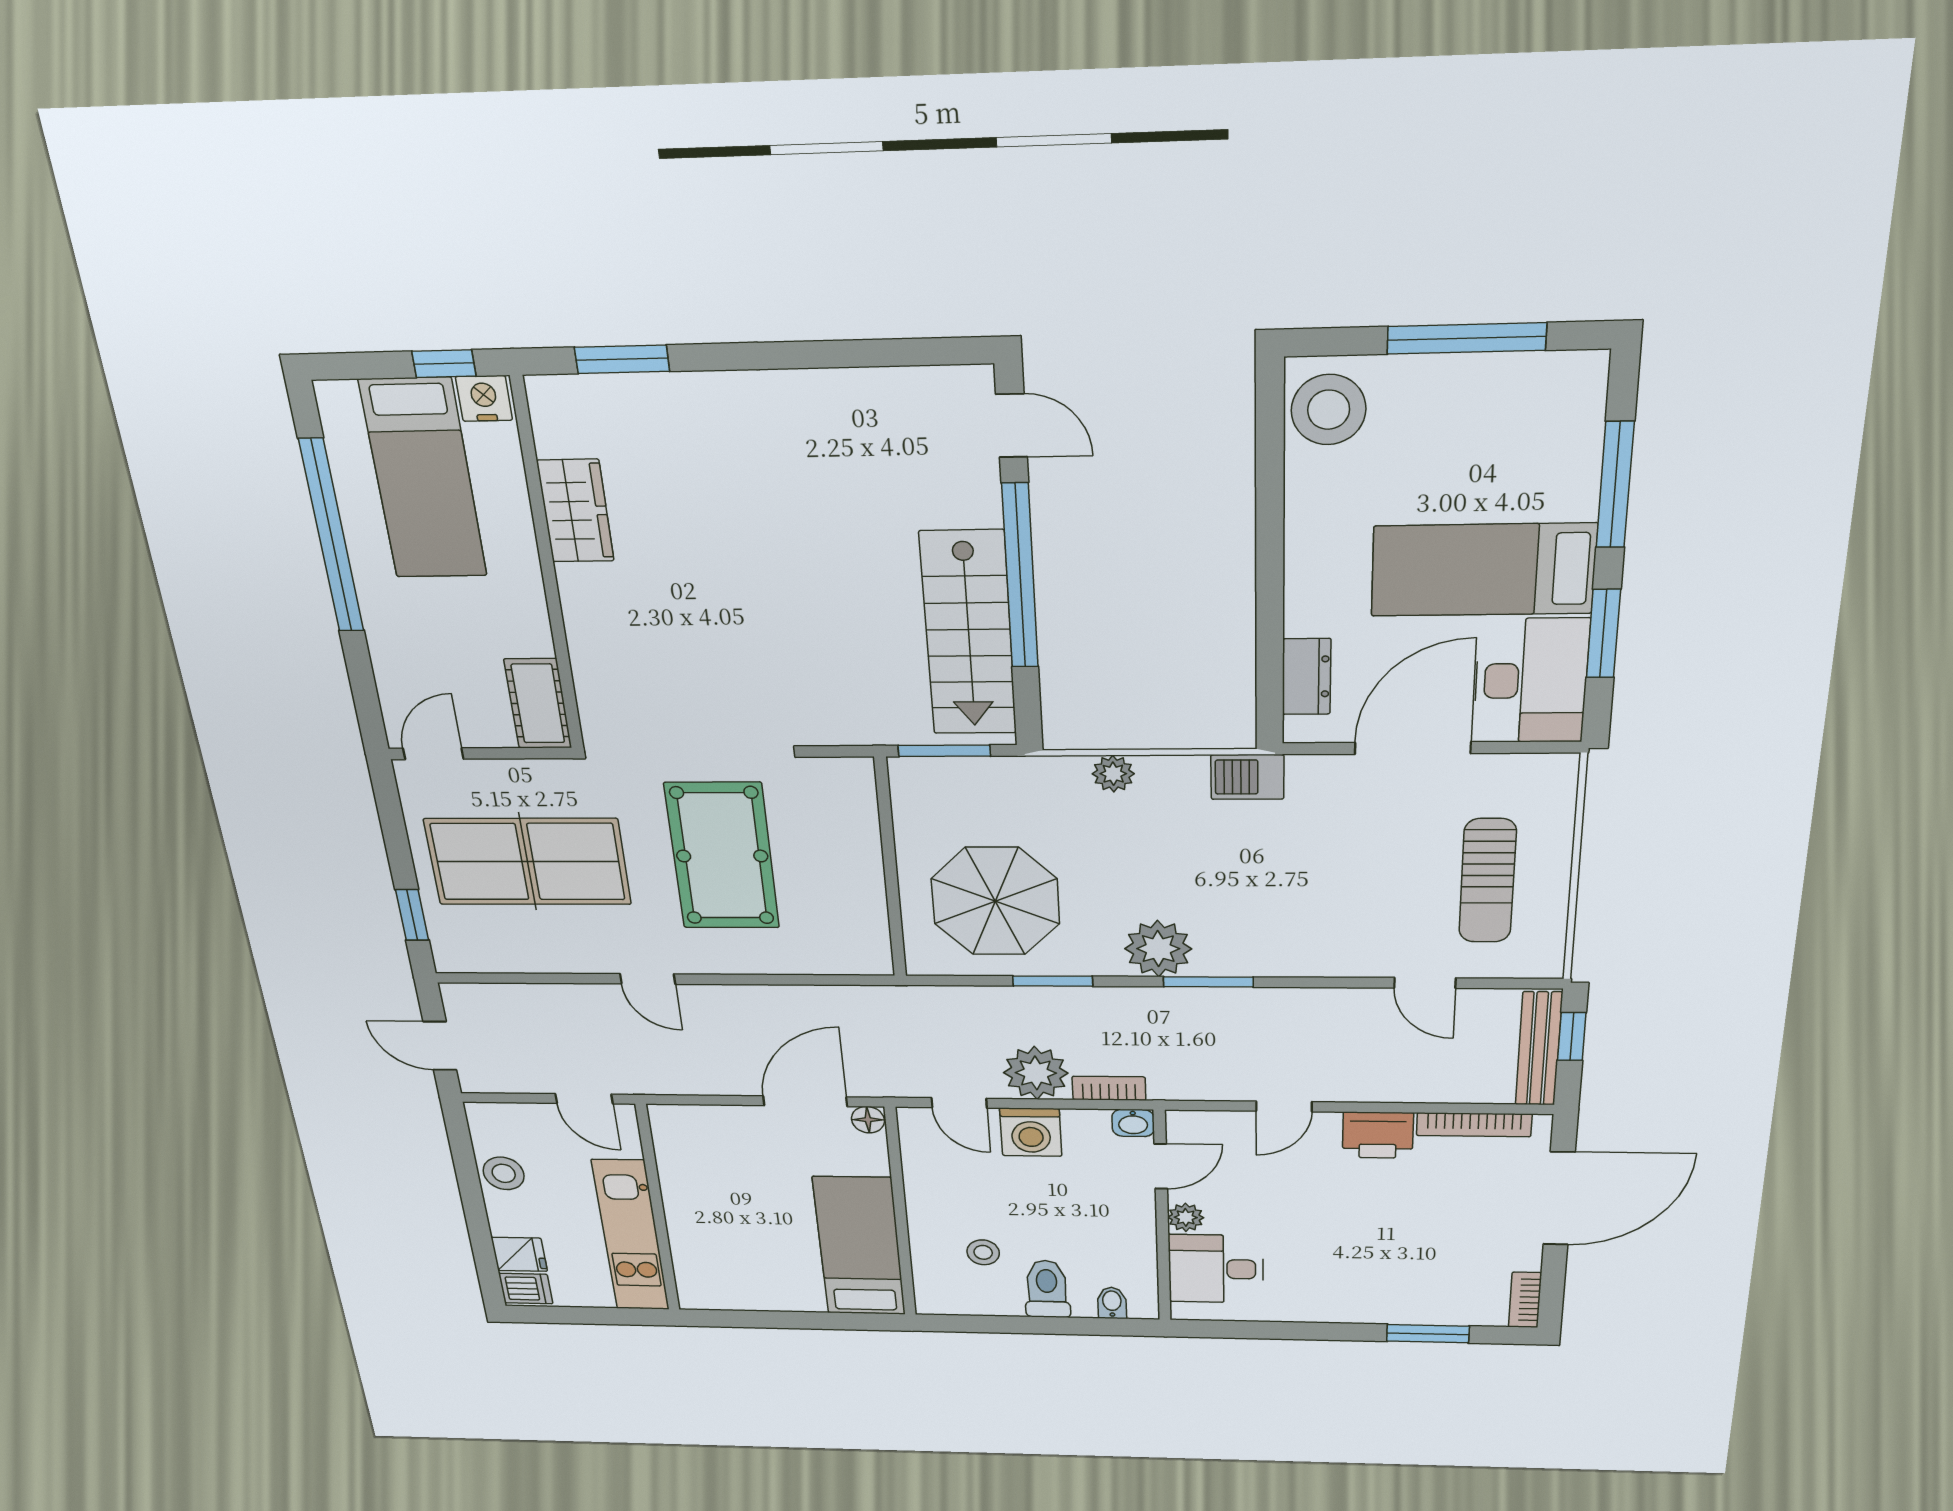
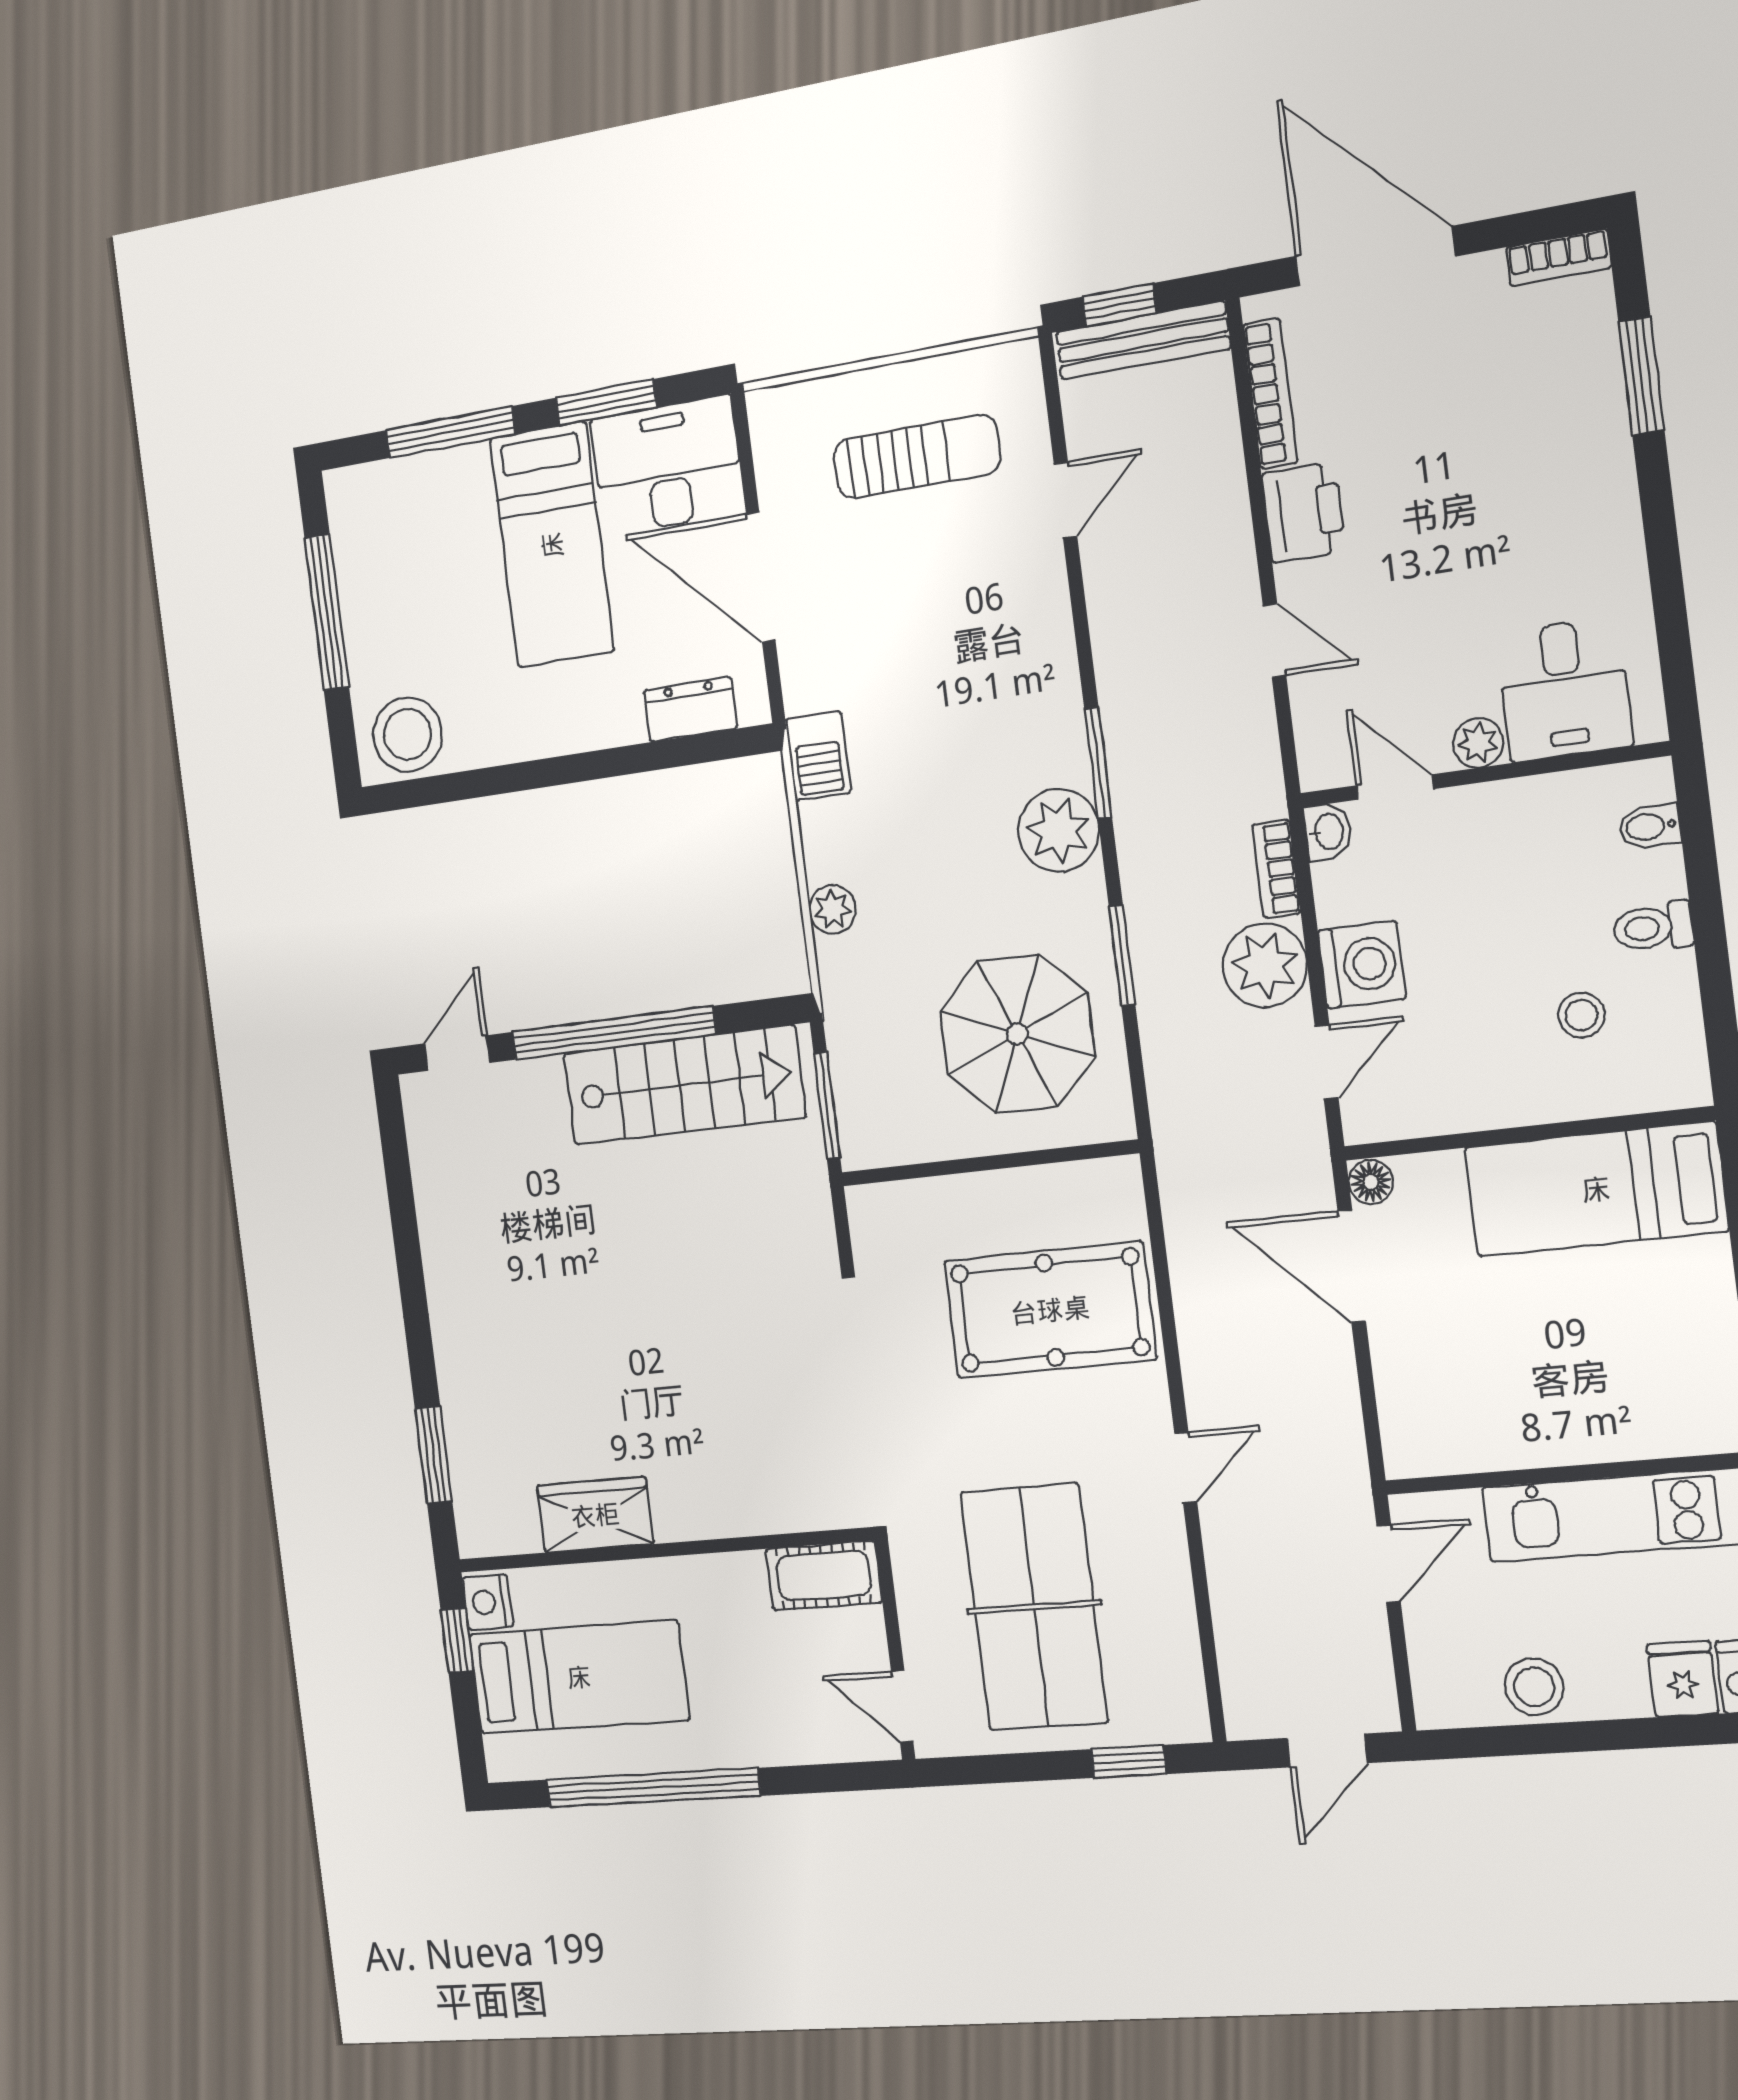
pool table: (722, 856) -> (1050, 1310), moved
toilet: (1047, 1289) -> (1653, 927), width x0.73, depth x0.72

